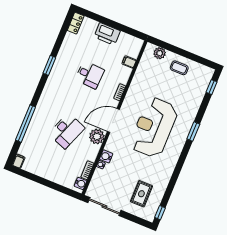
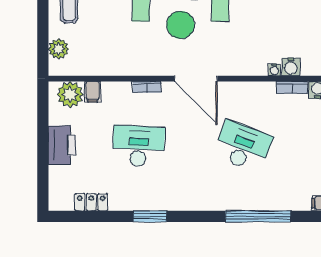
locker: (76, 23) -> (91, 202), moved
desk: (90, 75) -> (139, 146), width x1.37
plant: (97, 137) -> (70, 94), moved
water cooler: (106, 156) -> (291, 67), moved

